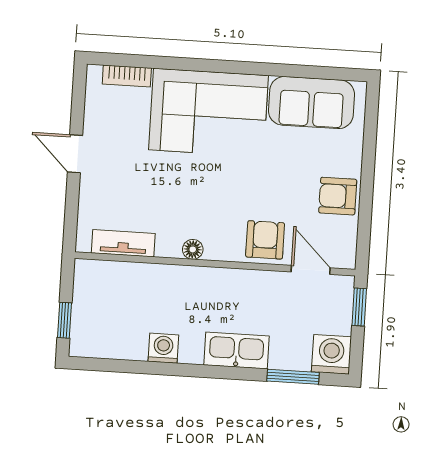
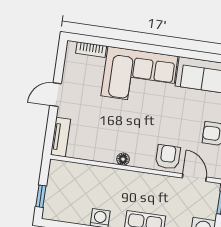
door: (75, 154) -> (56, 95), hinge flipped
tv unit: (123, 243) -> (61, 137), moved, turned 90

